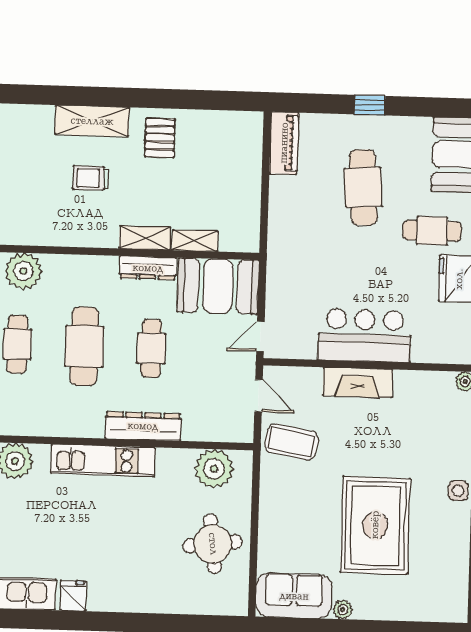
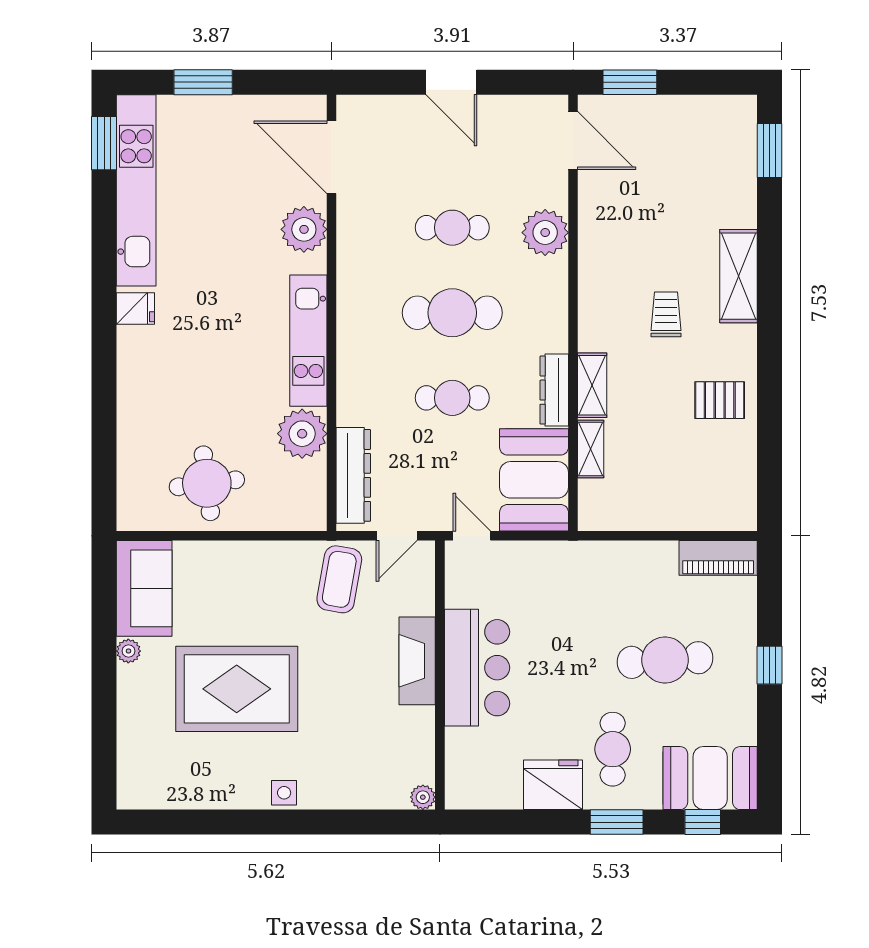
shelving: (92, 121) -> (739, 276), moved
dresser: (143, 426) -> (353, 475), moved
plant: (214, 469) -> (302, 434), moved

